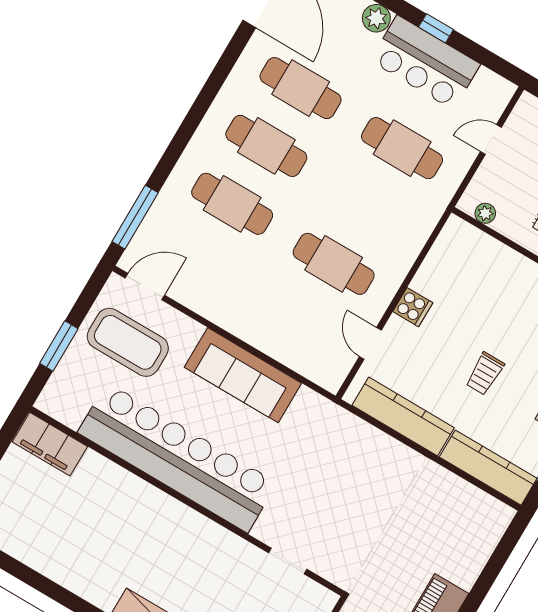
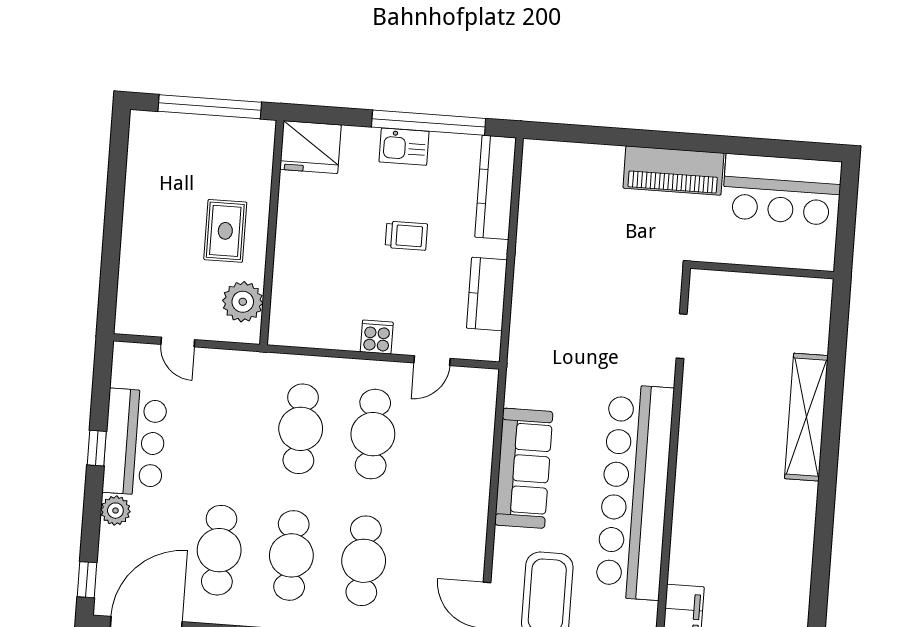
cafe table: (402, 148) -> (301, 429), moved
plant: (485, 213) -> (243, 302), width x1.88, depth x1.88
kitchen counter: (403, 416) -> (487, 294), width x0.67

